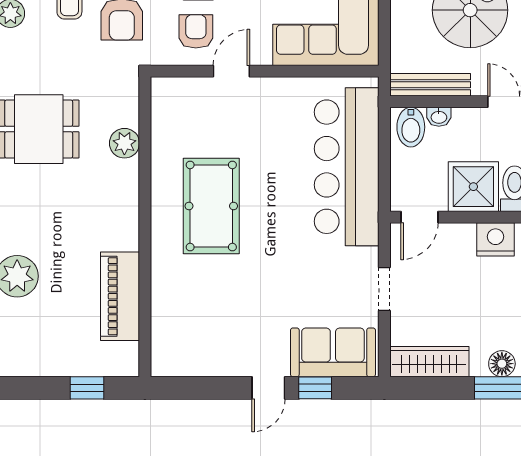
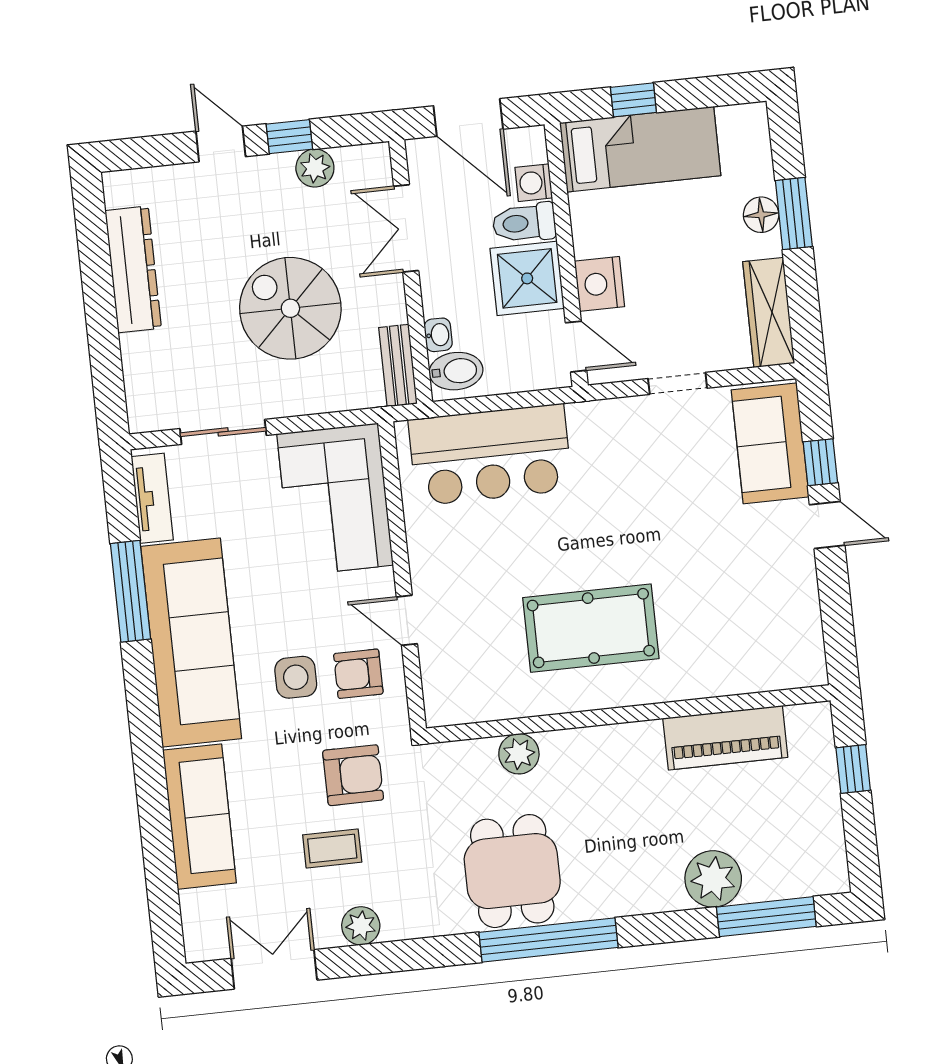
bench: (430, 85) -> (398, 366), width x0.73
bar counter: (347, 167) -> (490, 455), width x0.73
nightstand: (495, 239) -> (599, 284), moved

